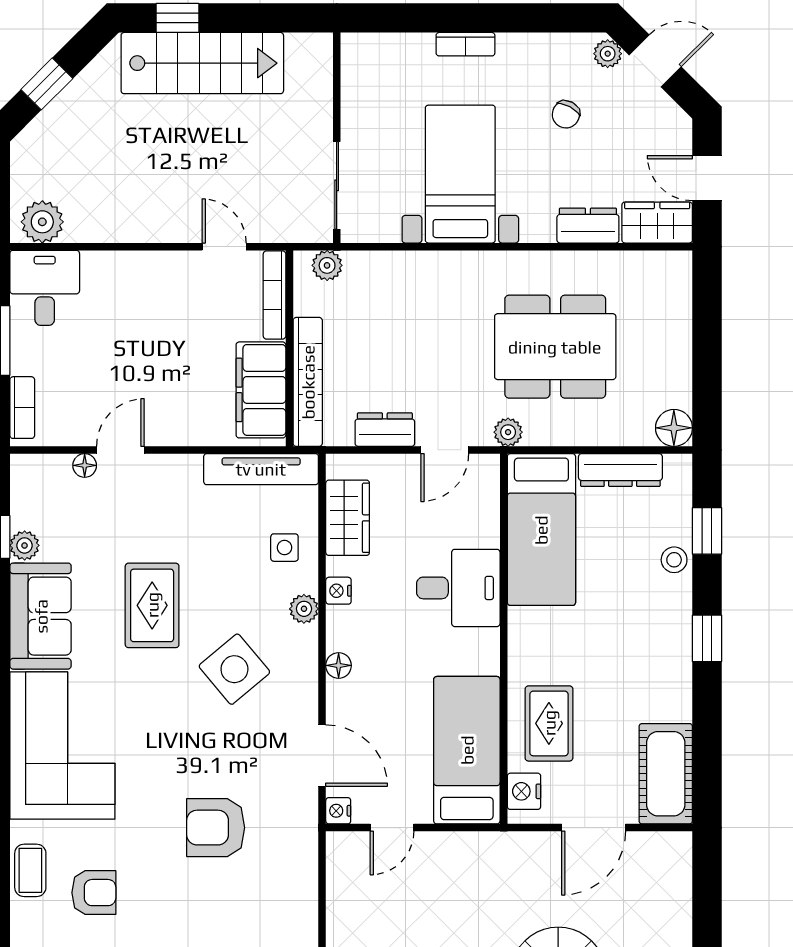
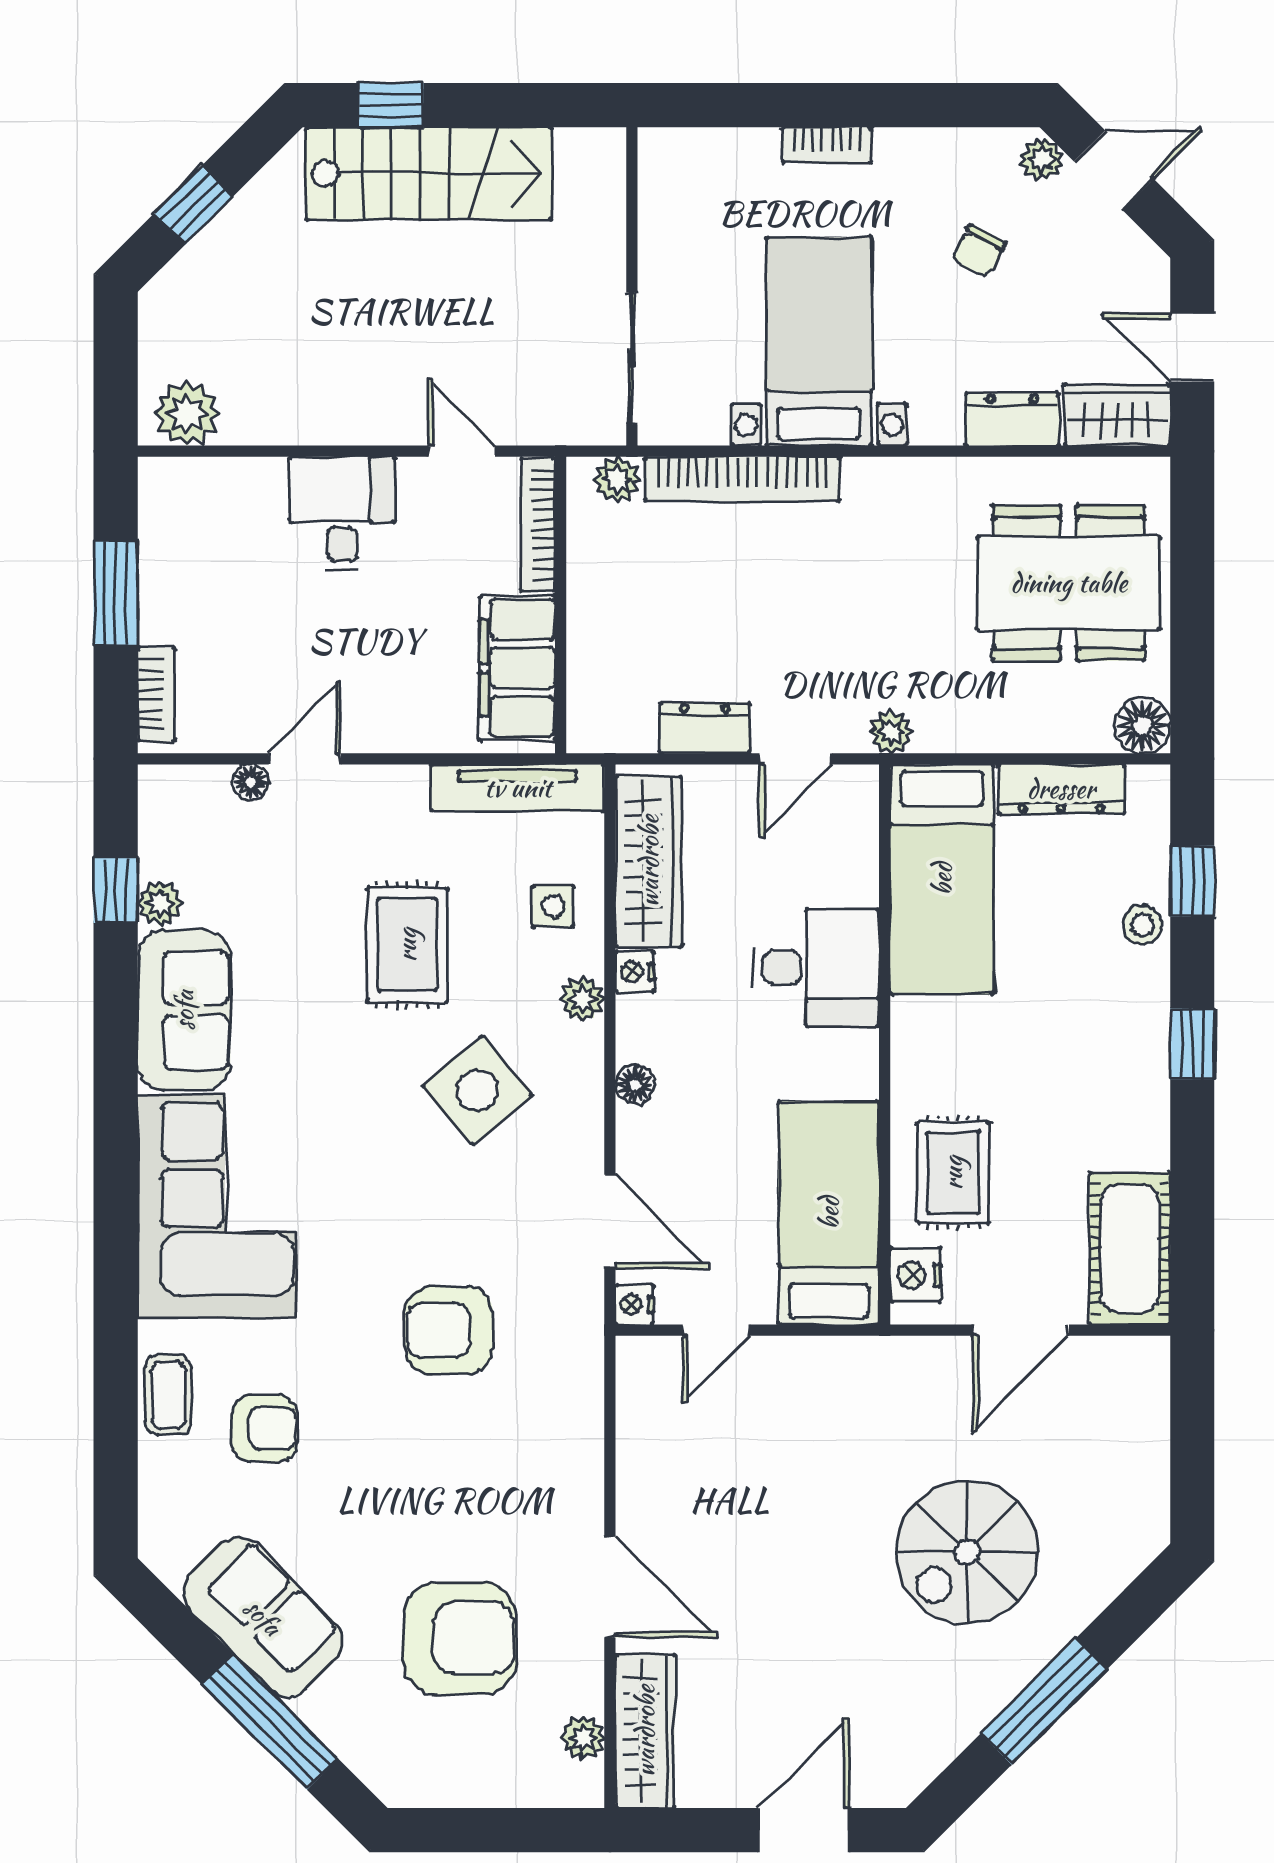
desk: (45, 288) -> (342, 514), moved
dining table: (555, 347) -> (1069, 583), moved
bookcase: (308, 382) -> (742, 479), moved, turned 90
wardrobe: (348, 518) -> (649, 861), width x1.50
rug: (152, 605) -> (407, 945), moved

